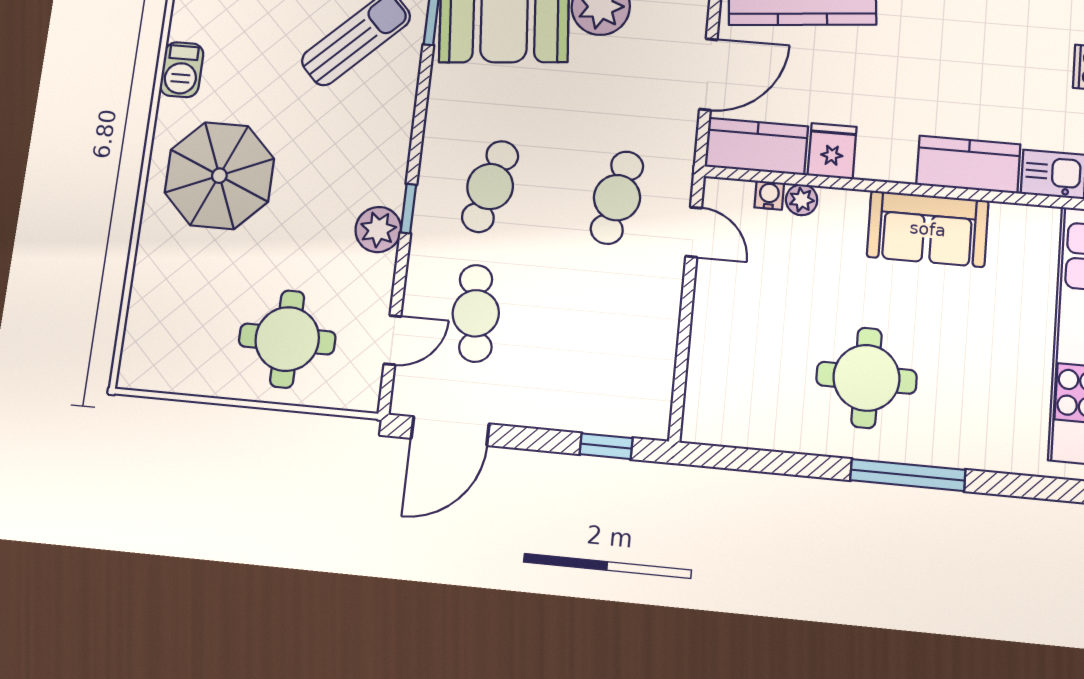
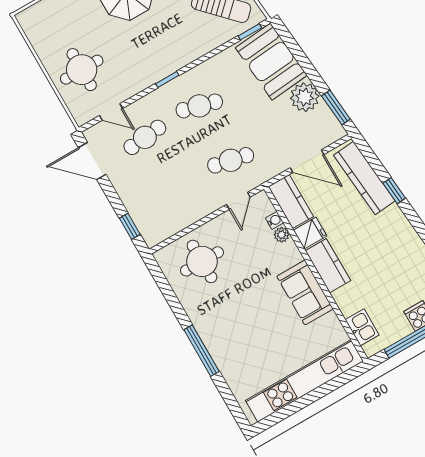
kitchen counter: (968, 164) -> (328, 266), moved
plant: (378, 229) -> (150, 74), removed
round table: (866, 378) -> (202, 261), moved

